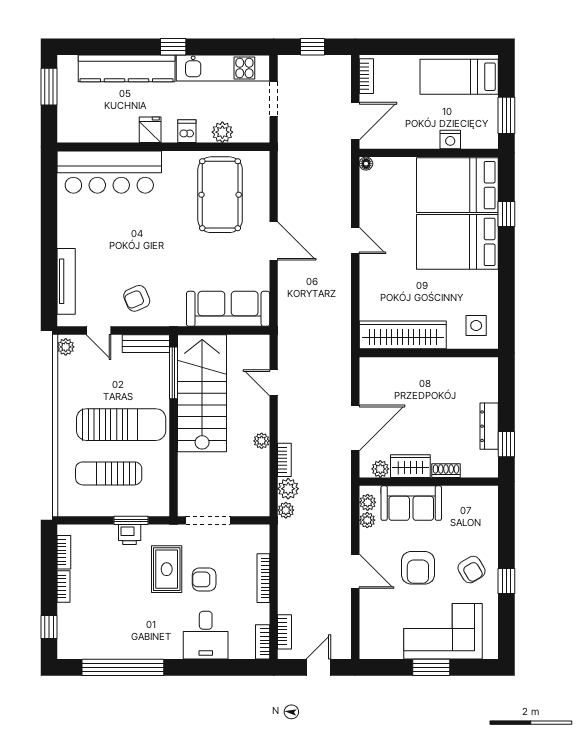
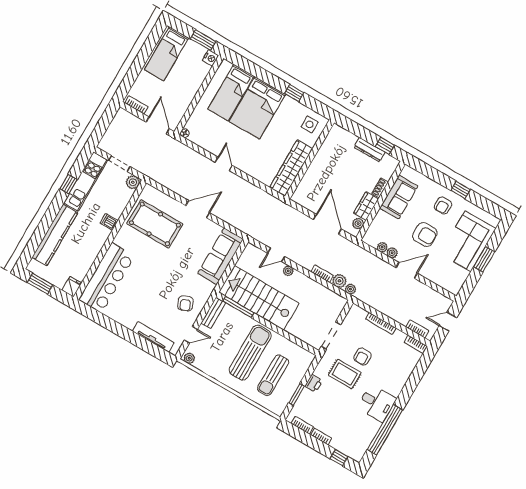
window: (173, 47) -> (68, 184), moved
window: (312, 47) -> (103, 125), removed
fridge: (150, 130) -> (72, 287), moved, turned 90
plant: (222, 132) -> (133, 182), moved
nightstand: (450, 139) -> (211, 58), moved
bed: (457, 185) -> (231, 93), width x0.67
window: (506, 214) -> (294, 93), moved
door: (355, 240) -> (224, 164), hinge flipped
plant: (262, 441) -> (288, 271), moved
plant: (368, 502) -> (392, 253), moved
sofa: (411, 503) -> (399, 197), moved
window: (131, 520) -> (297, 395), moved
armchair: (472, 570) -> (443, 205), turned 121
desk: (206, 635) -> (377, 403), moved
door: (318, 667) -> (448, 322), hinge flipped

